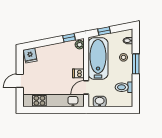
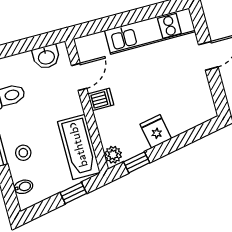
fridge: (30, 55) -> (156, 131), moved
bathtub: (98, 58) -> (79, 147), width x0.73, depth x0.73
kitchen unit: (53, 101) -> (150, 31), width x0.73

